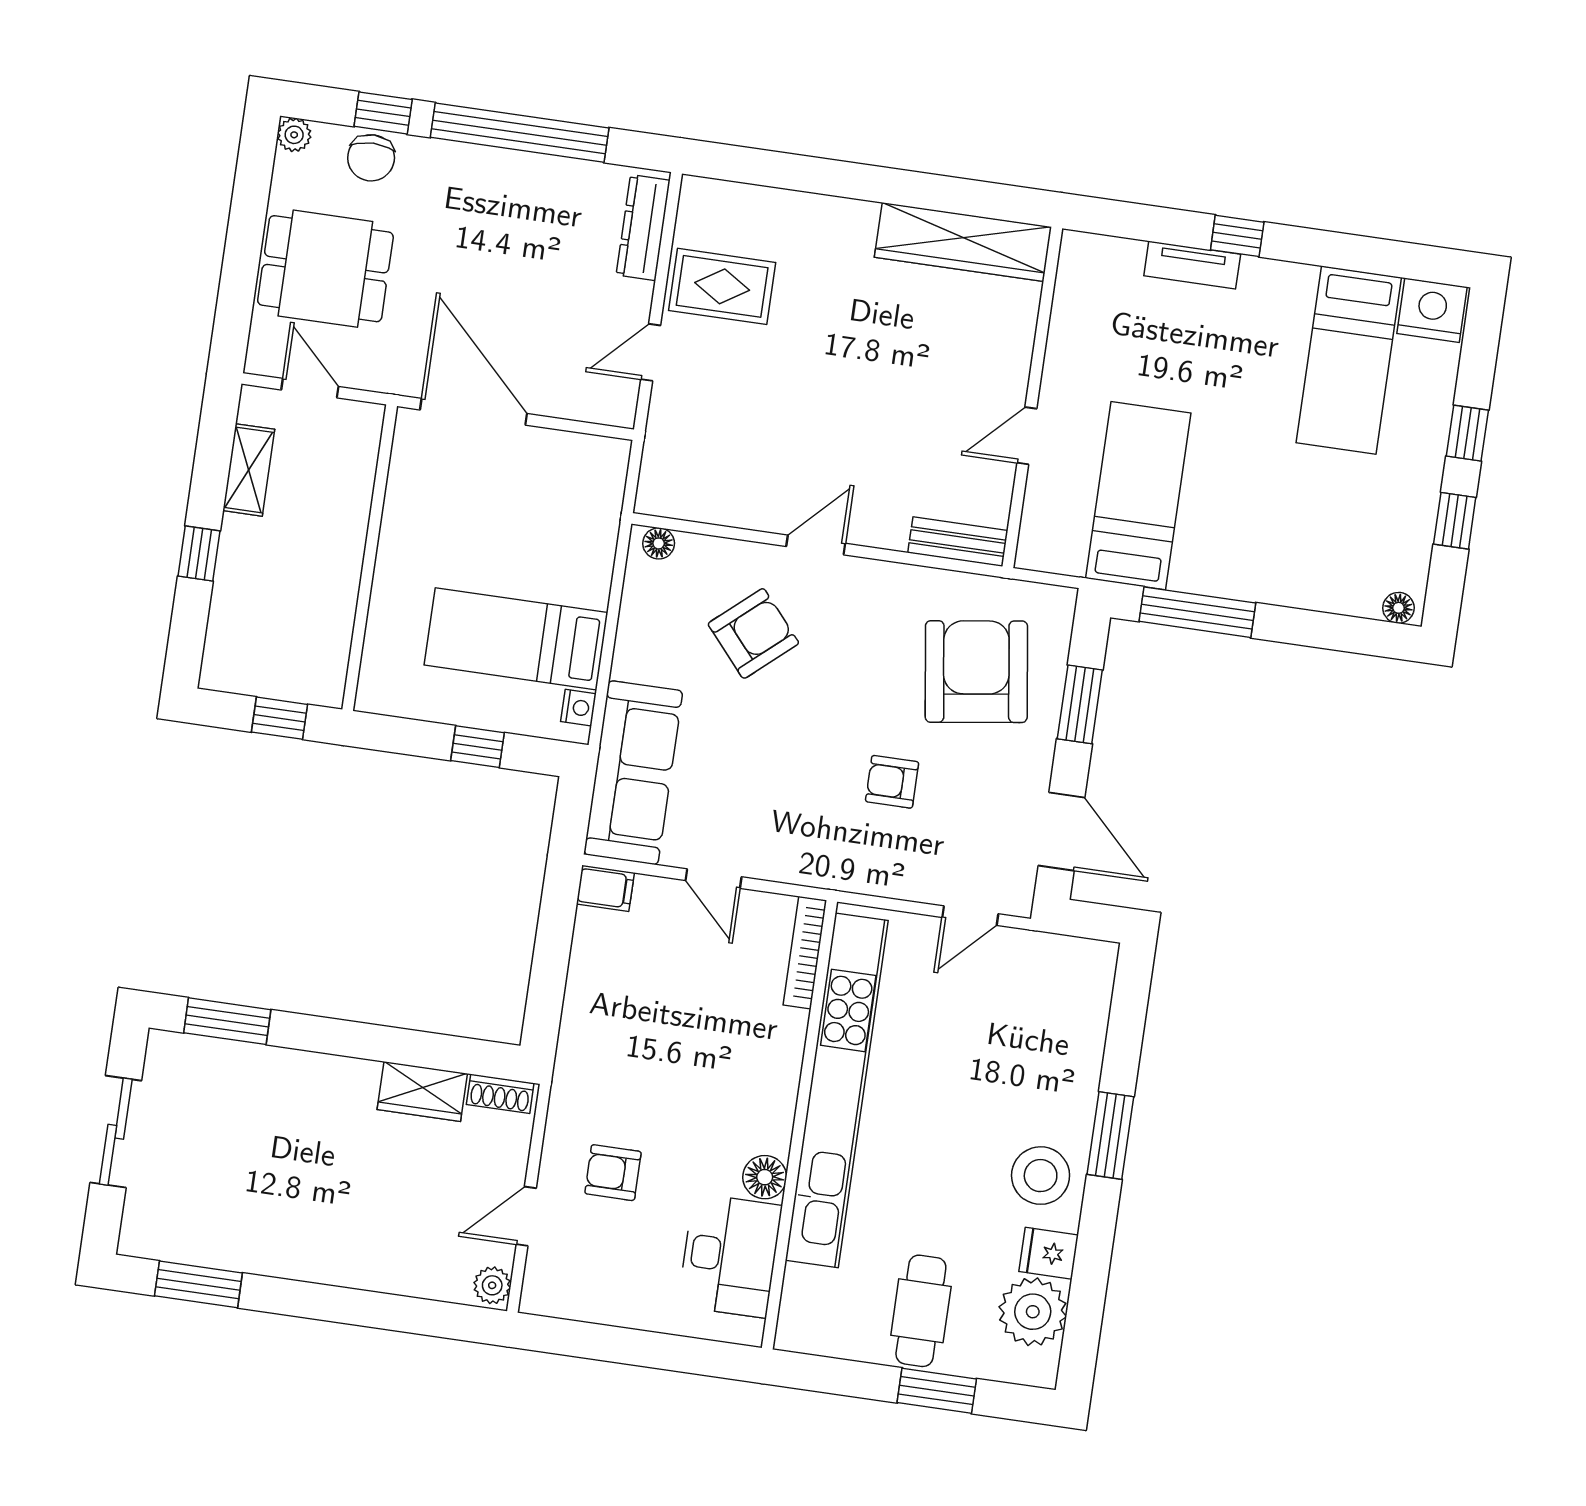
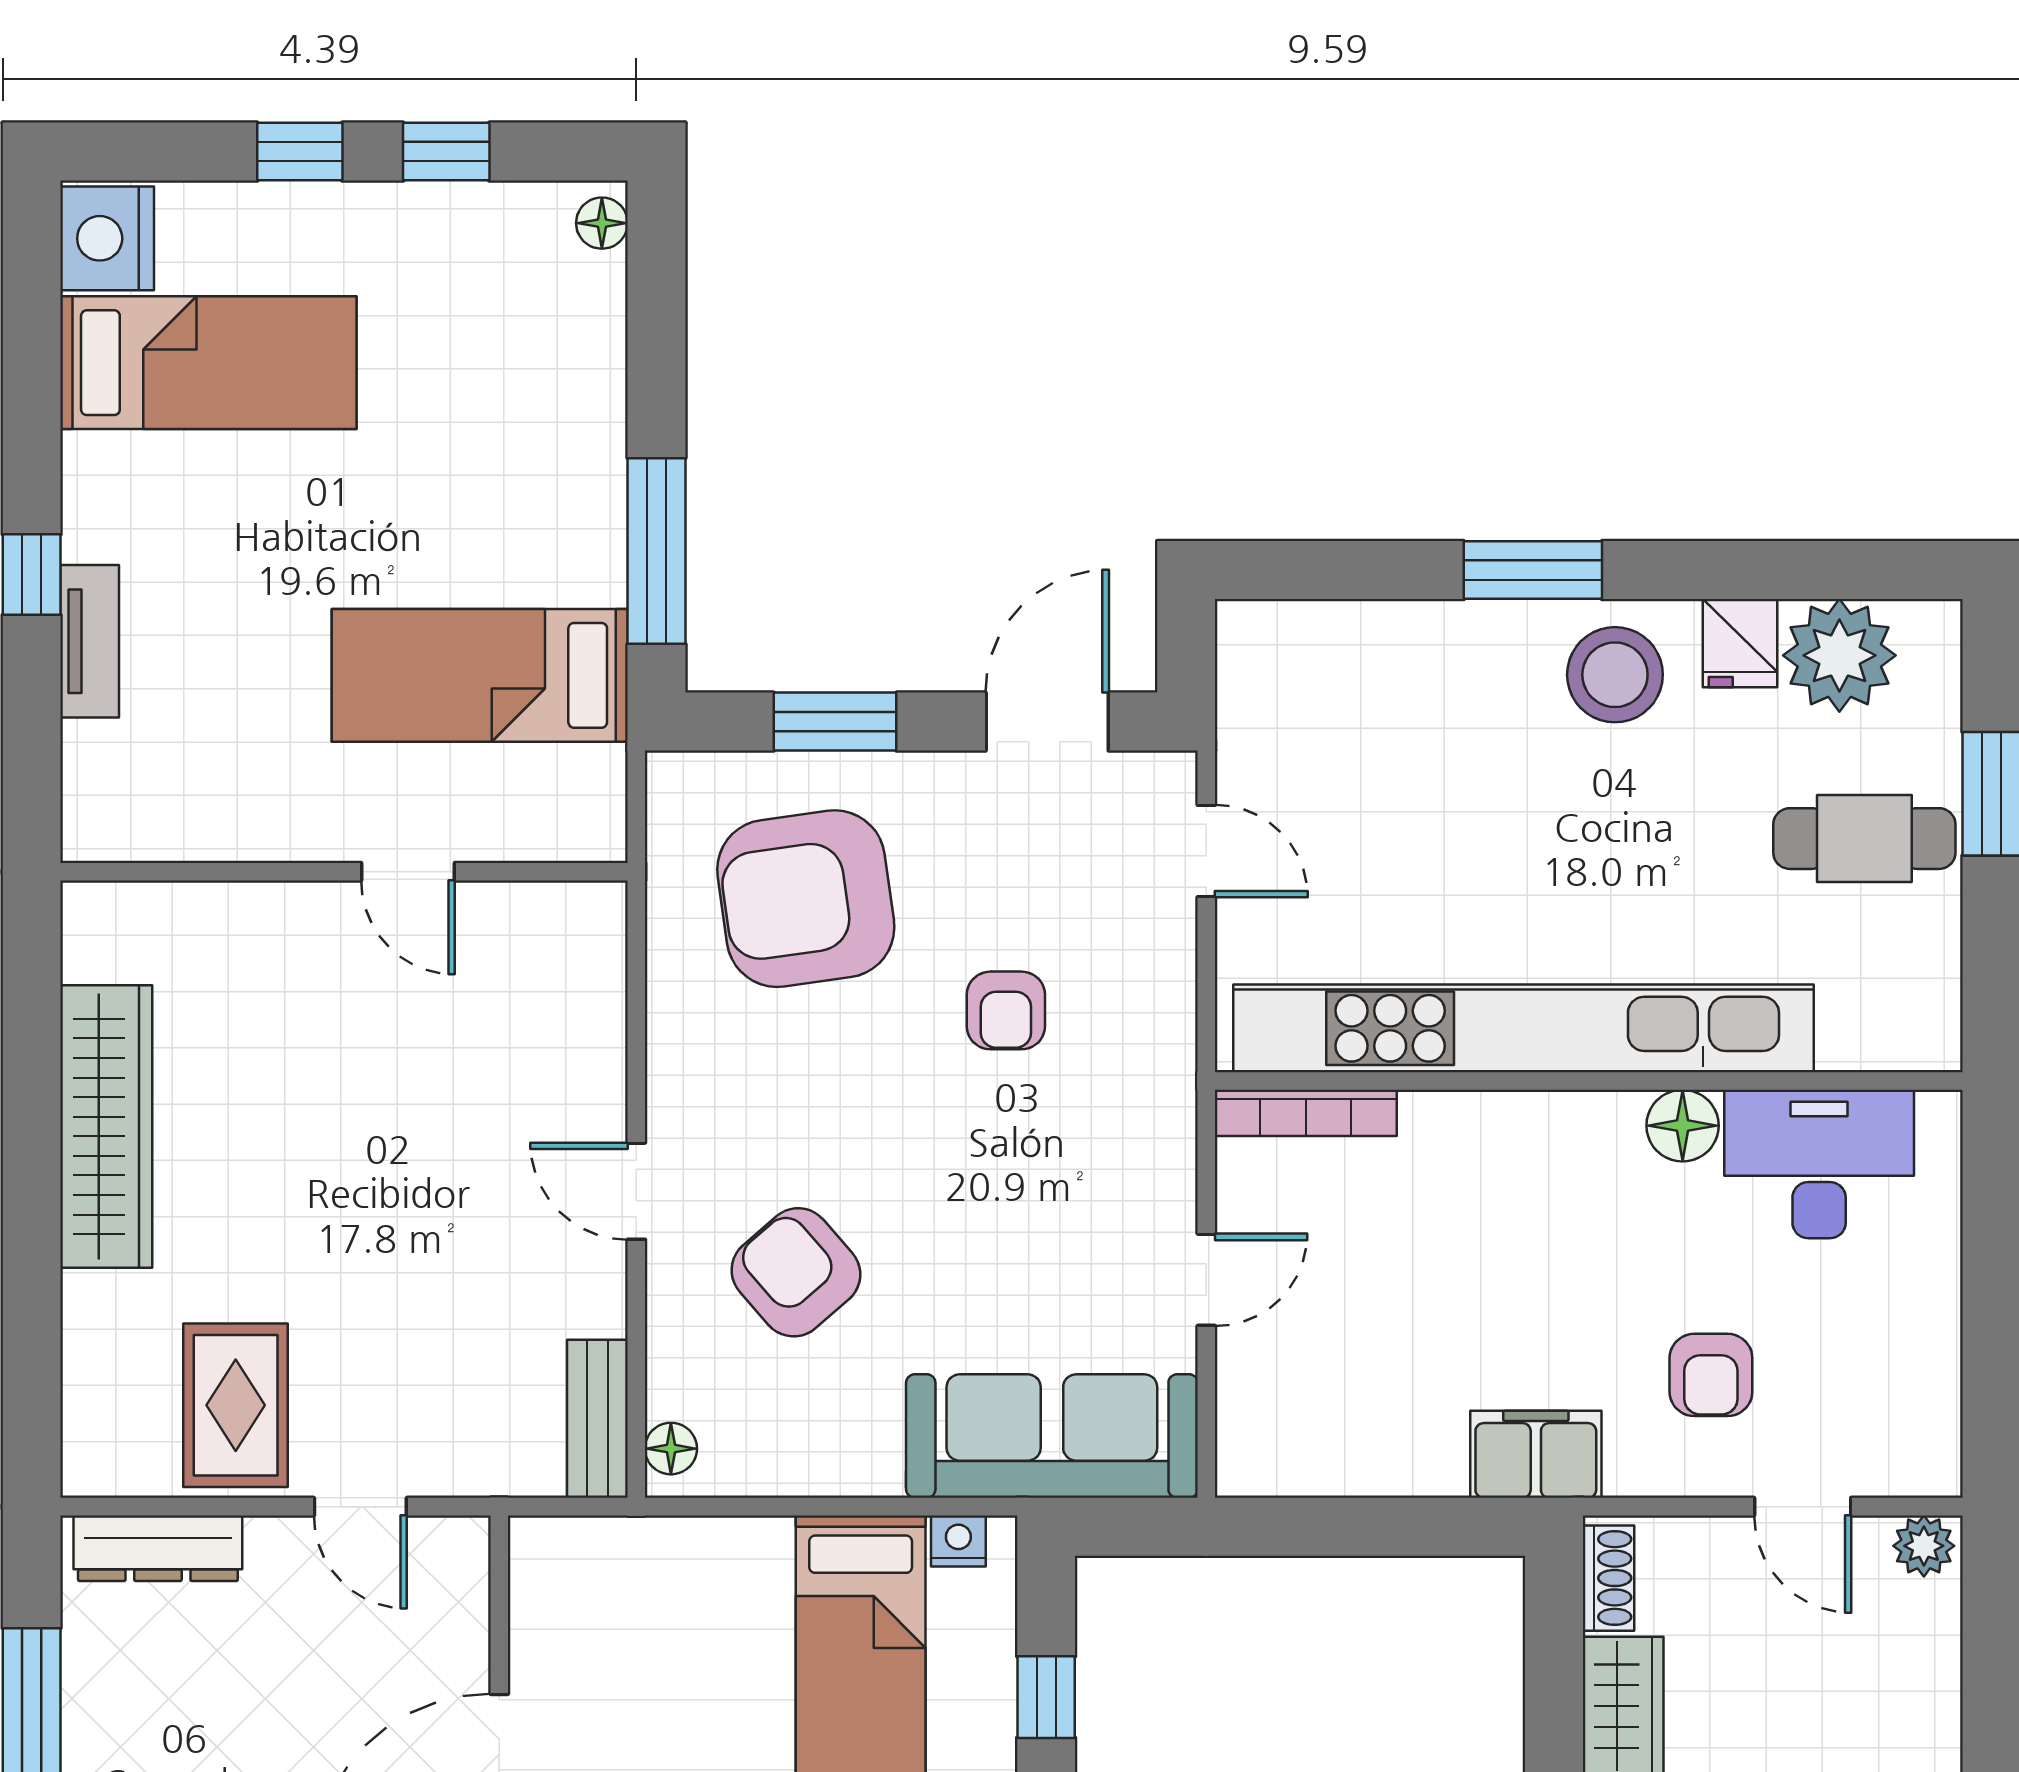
wardrobe: (963, 242) -> (106, 1126), moved
bench: (958, 542) -> (597, 1419), moved
filing cabinet: (605, 888) -> (1536, 1454), moved, width x2.00

